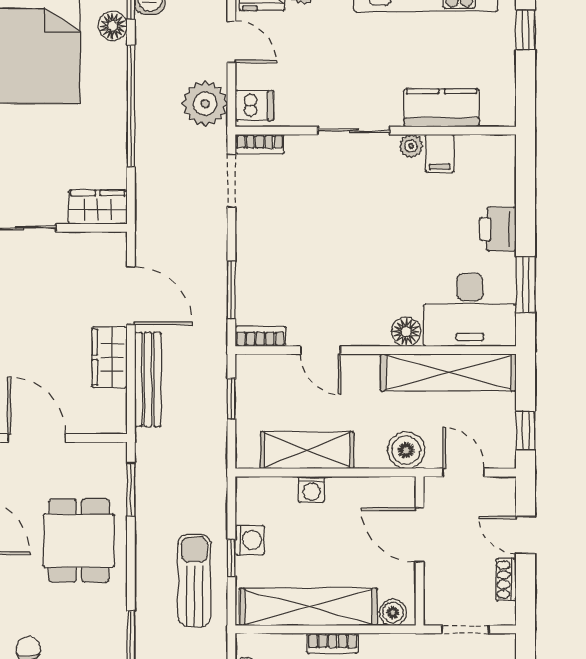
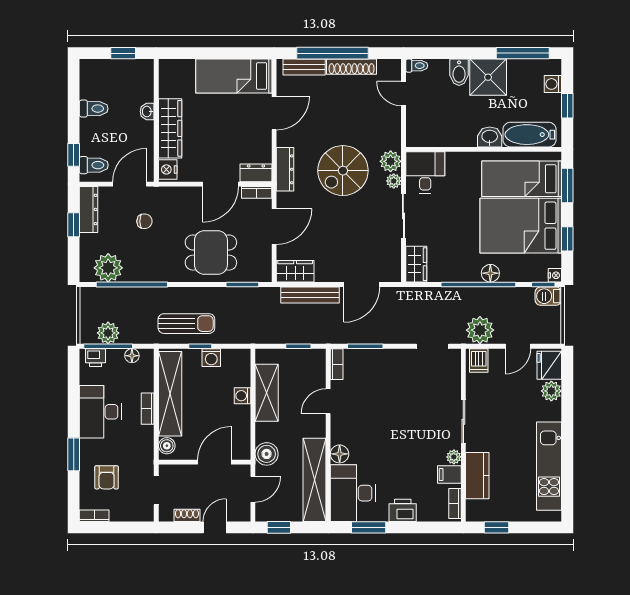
floor lamp: (113, 26) -> (490, 273), moved
window: (526, 30) -> (496, 527), moved
bookcase: (260, 144) -> (455, 503), moved
wardrobe: (109, 357) -> (295, 271), moved

